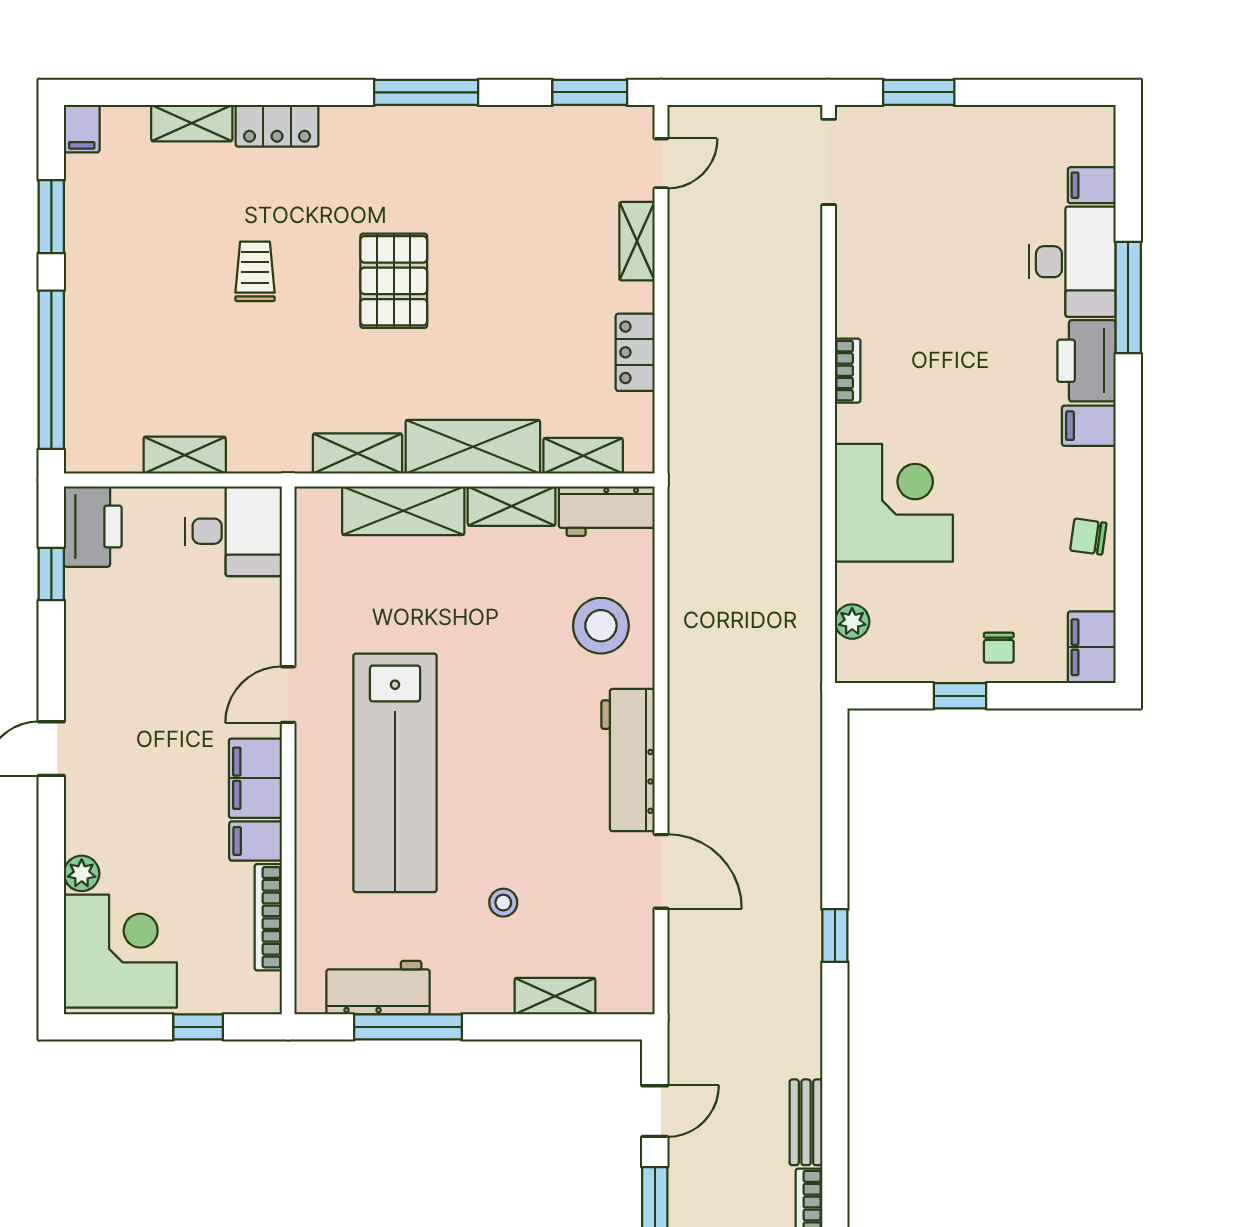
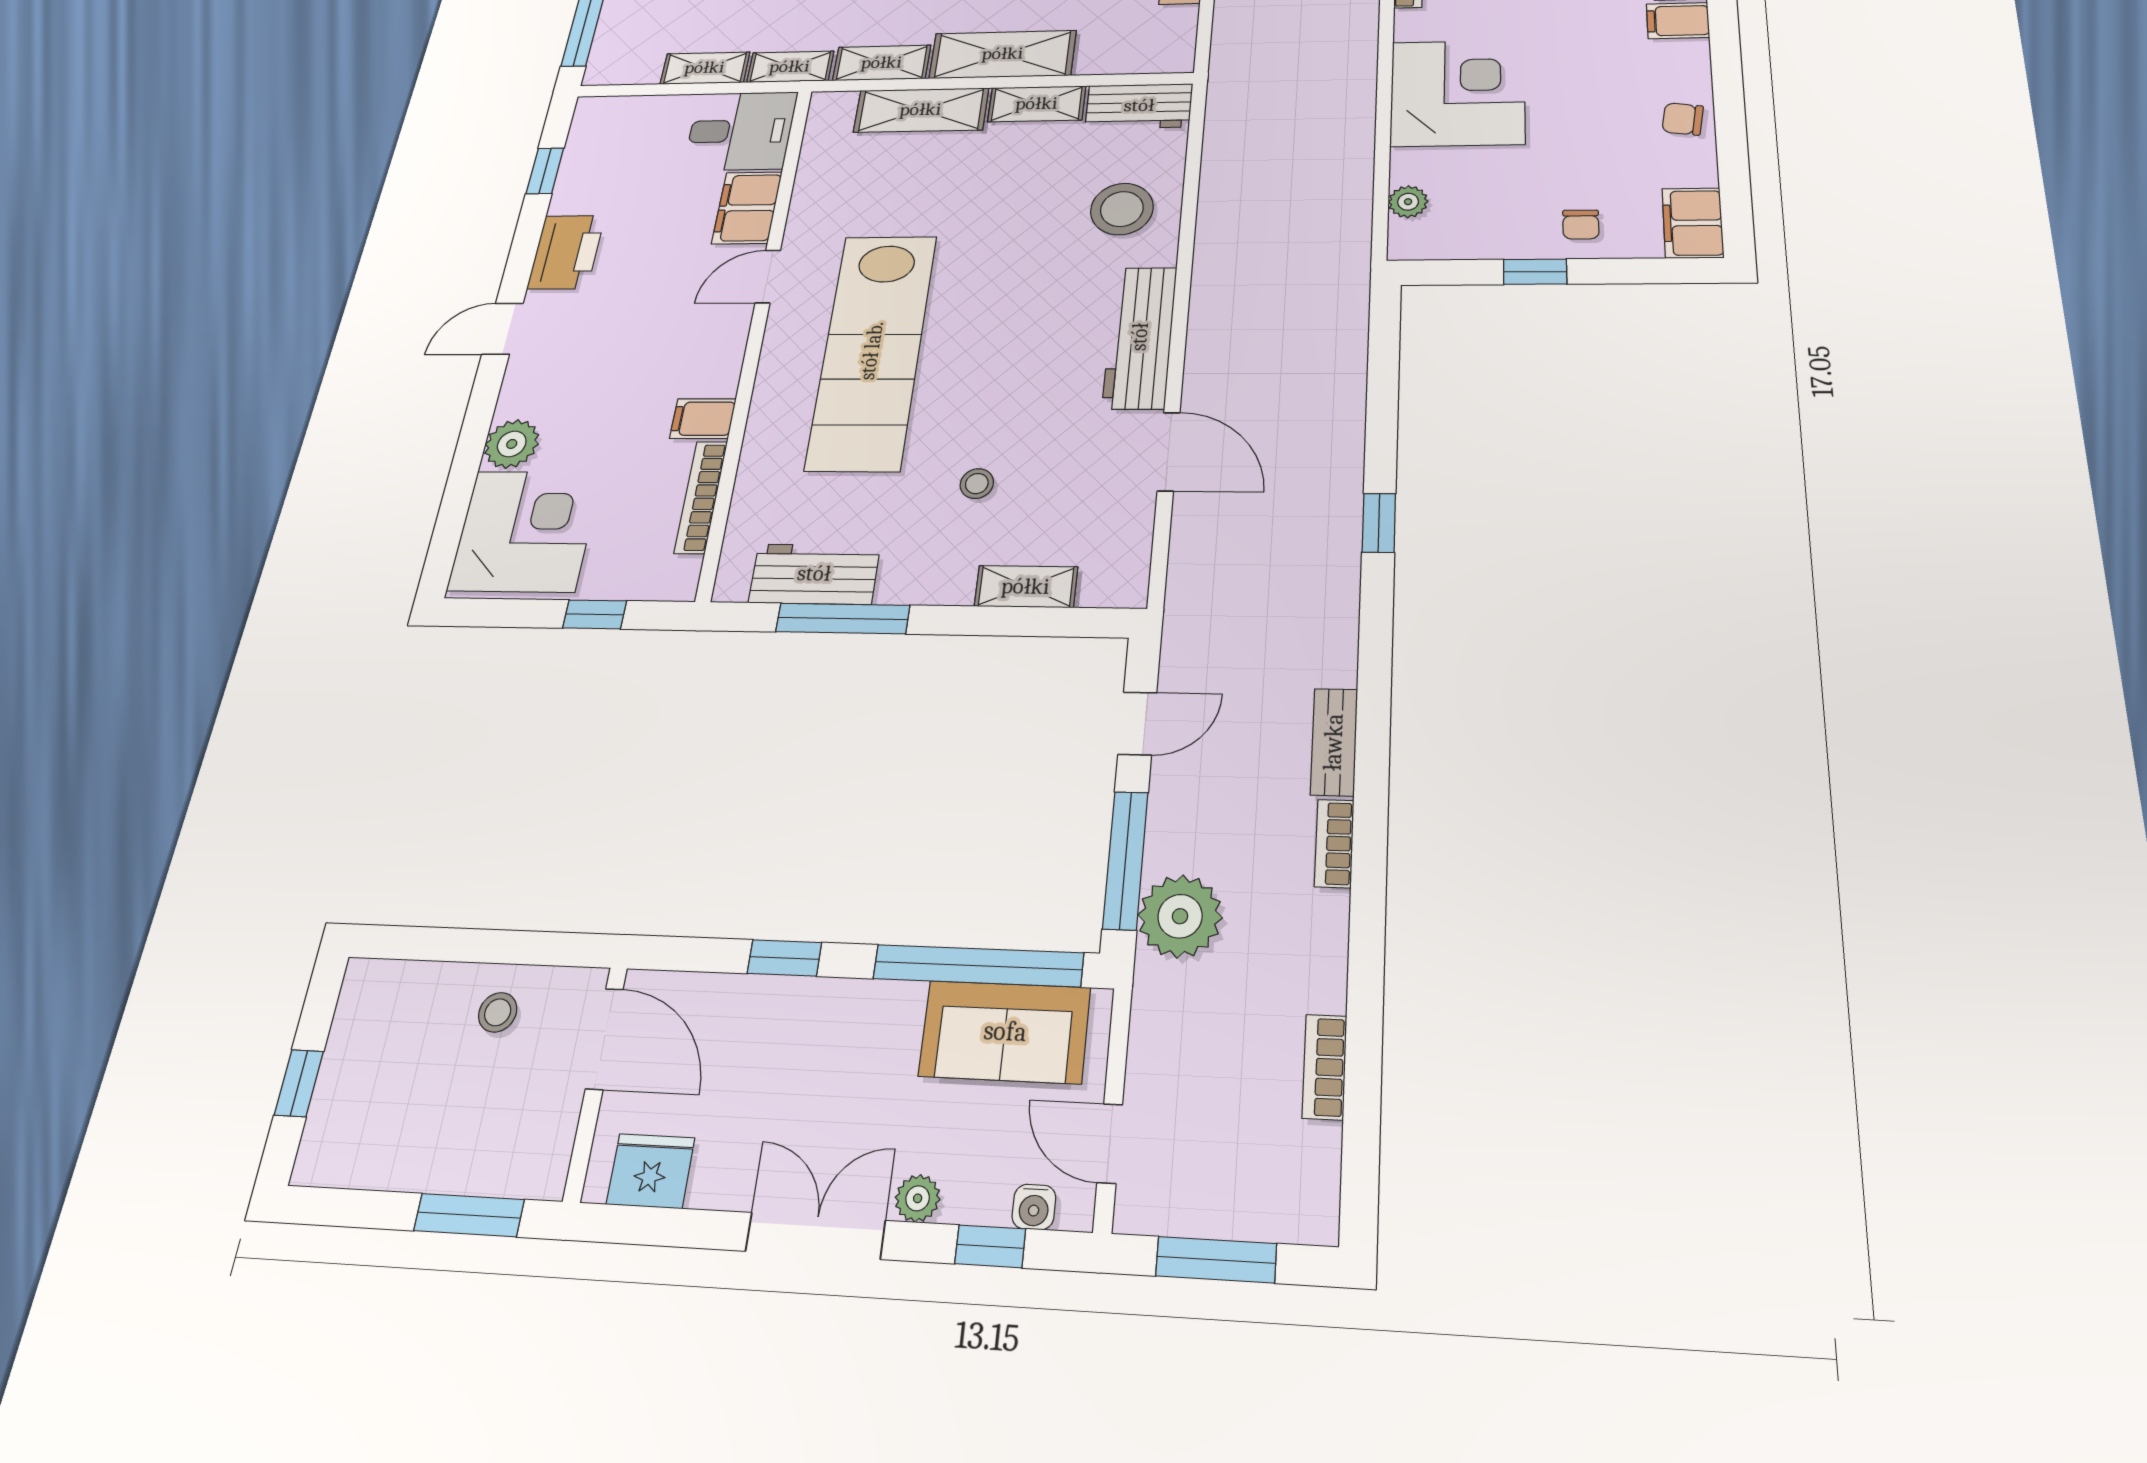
shelving: (583, 456) -> (790, 67), moved
printer: (93, 527) -> (566, 252), moved
filing cabinet: (255, 778) -> (747, 208), moved
plant: (82, 873) -> (512, 444), width x1.38, depth x1.38

